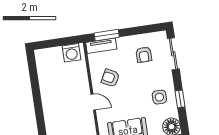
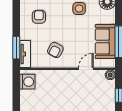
armchair: (144, 55) -> (39, 17), turned -90
door: (93, 102) -> (86, 69), moved

